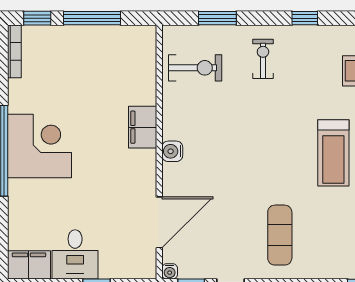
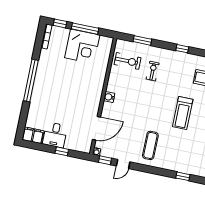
exercise bike: (263, 59) -> (153, 71), moved
filing cabinet: (143, 127) -> (98, 83), removed
corner desk: (39, 146) -> (82, 46), moved, turned 90

